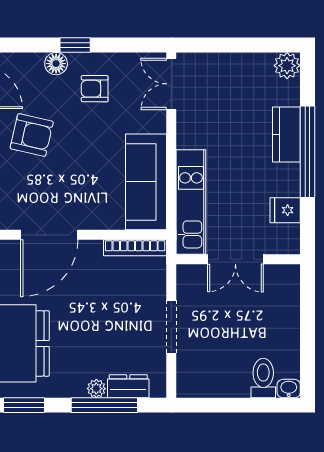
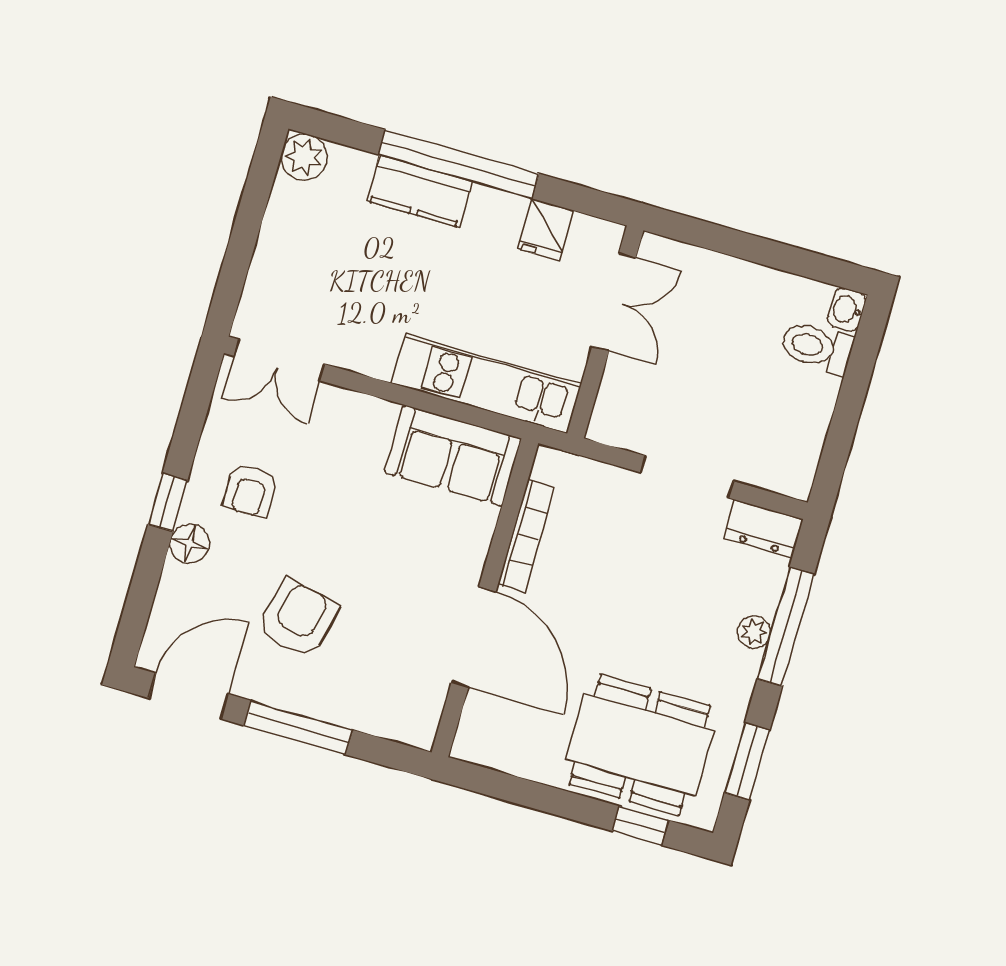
sofa: (146, 182) -> (453, 456), width x0.73
bookcase: (135, 248) -> (526, 536), moved
double door: (235, 259) -> (614, 302), moved
dresser: (128, 386) -> (763, 529), moved, turned -90

